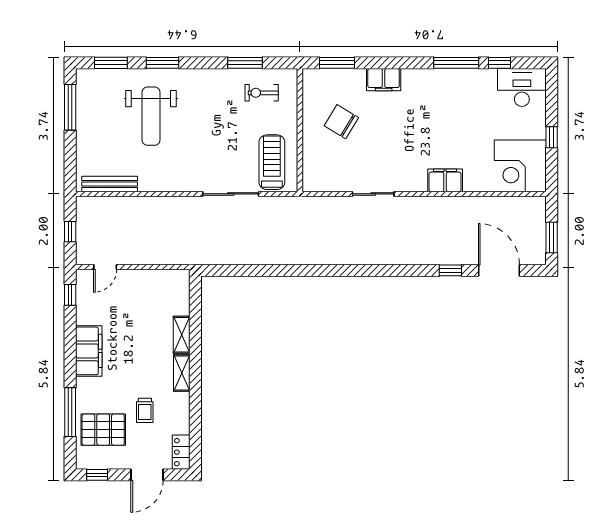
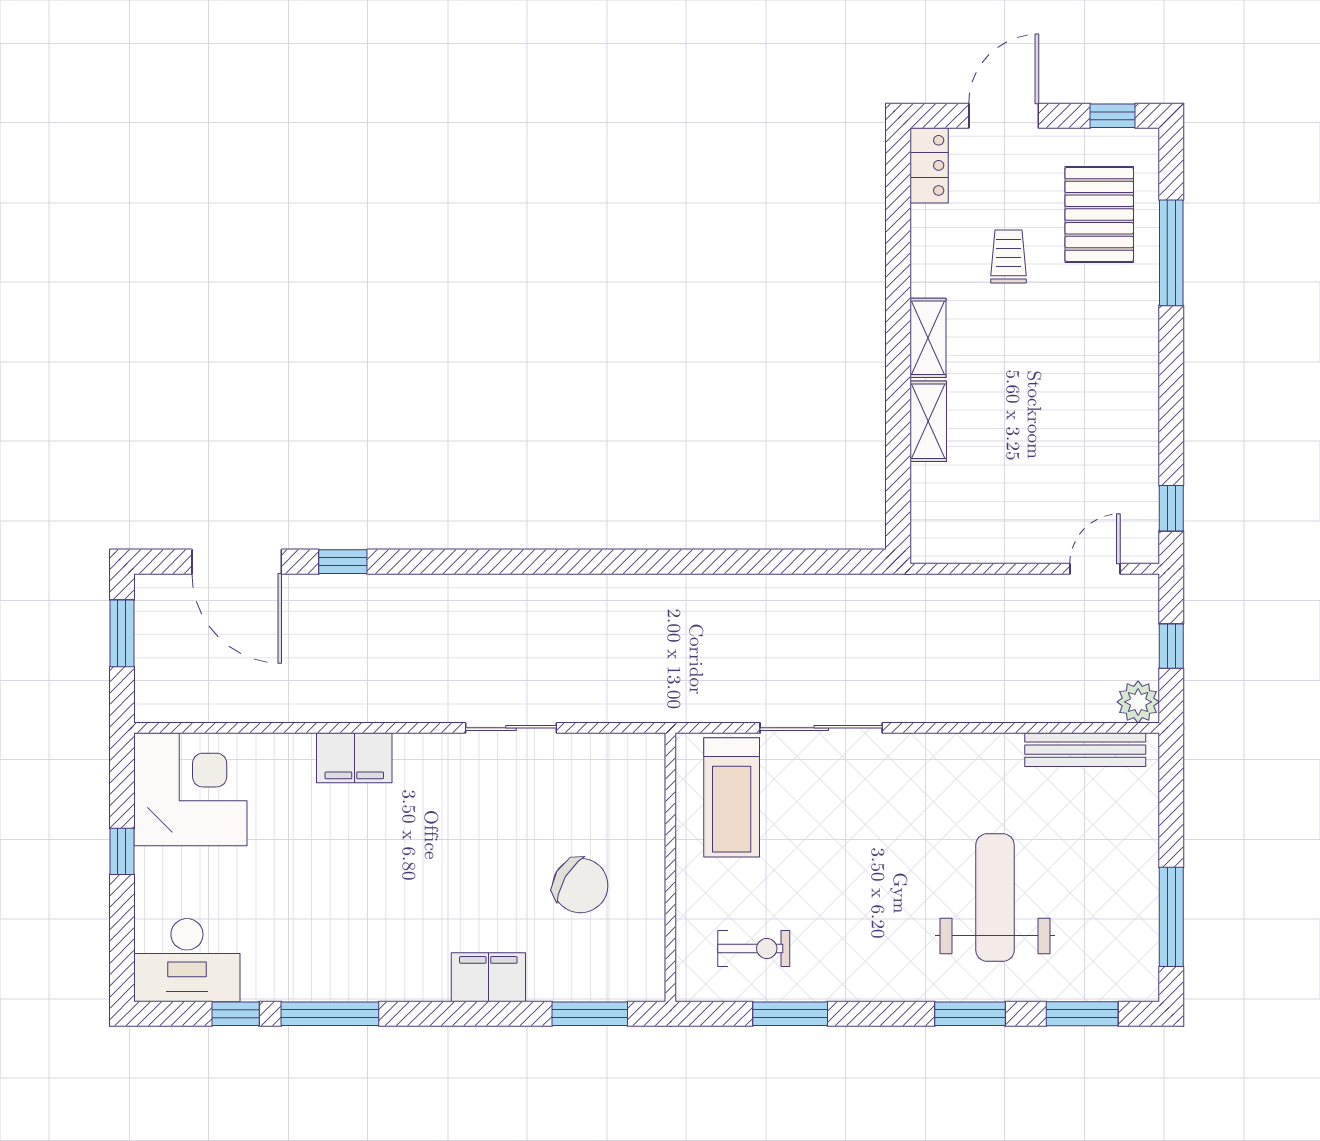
plant: (85, 206) -> (1138, 702), added
filing cabinet: (89, 351) -> (1131, 386), removed
pallet: (103, 430) -> (1099, 214), turned 90

